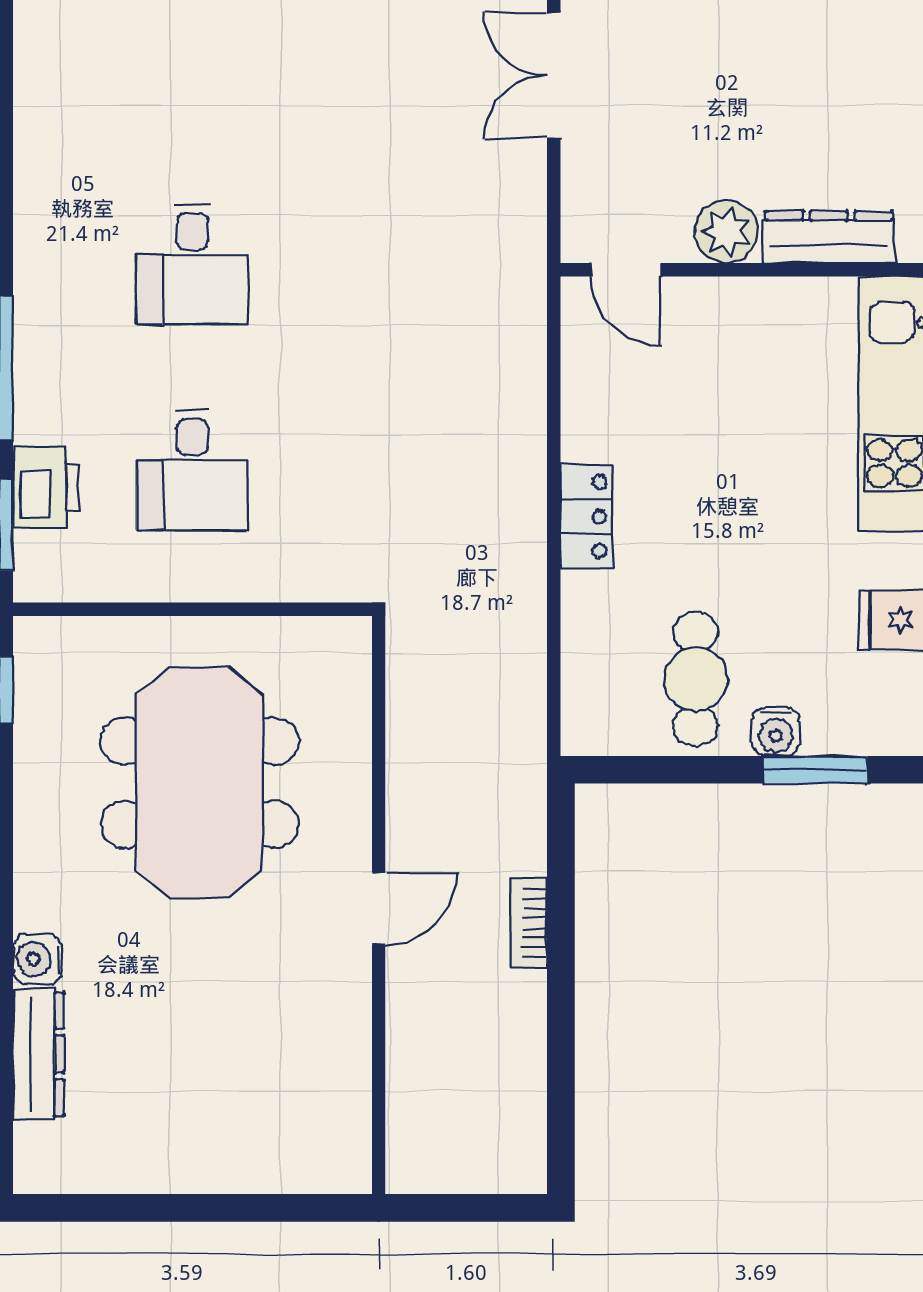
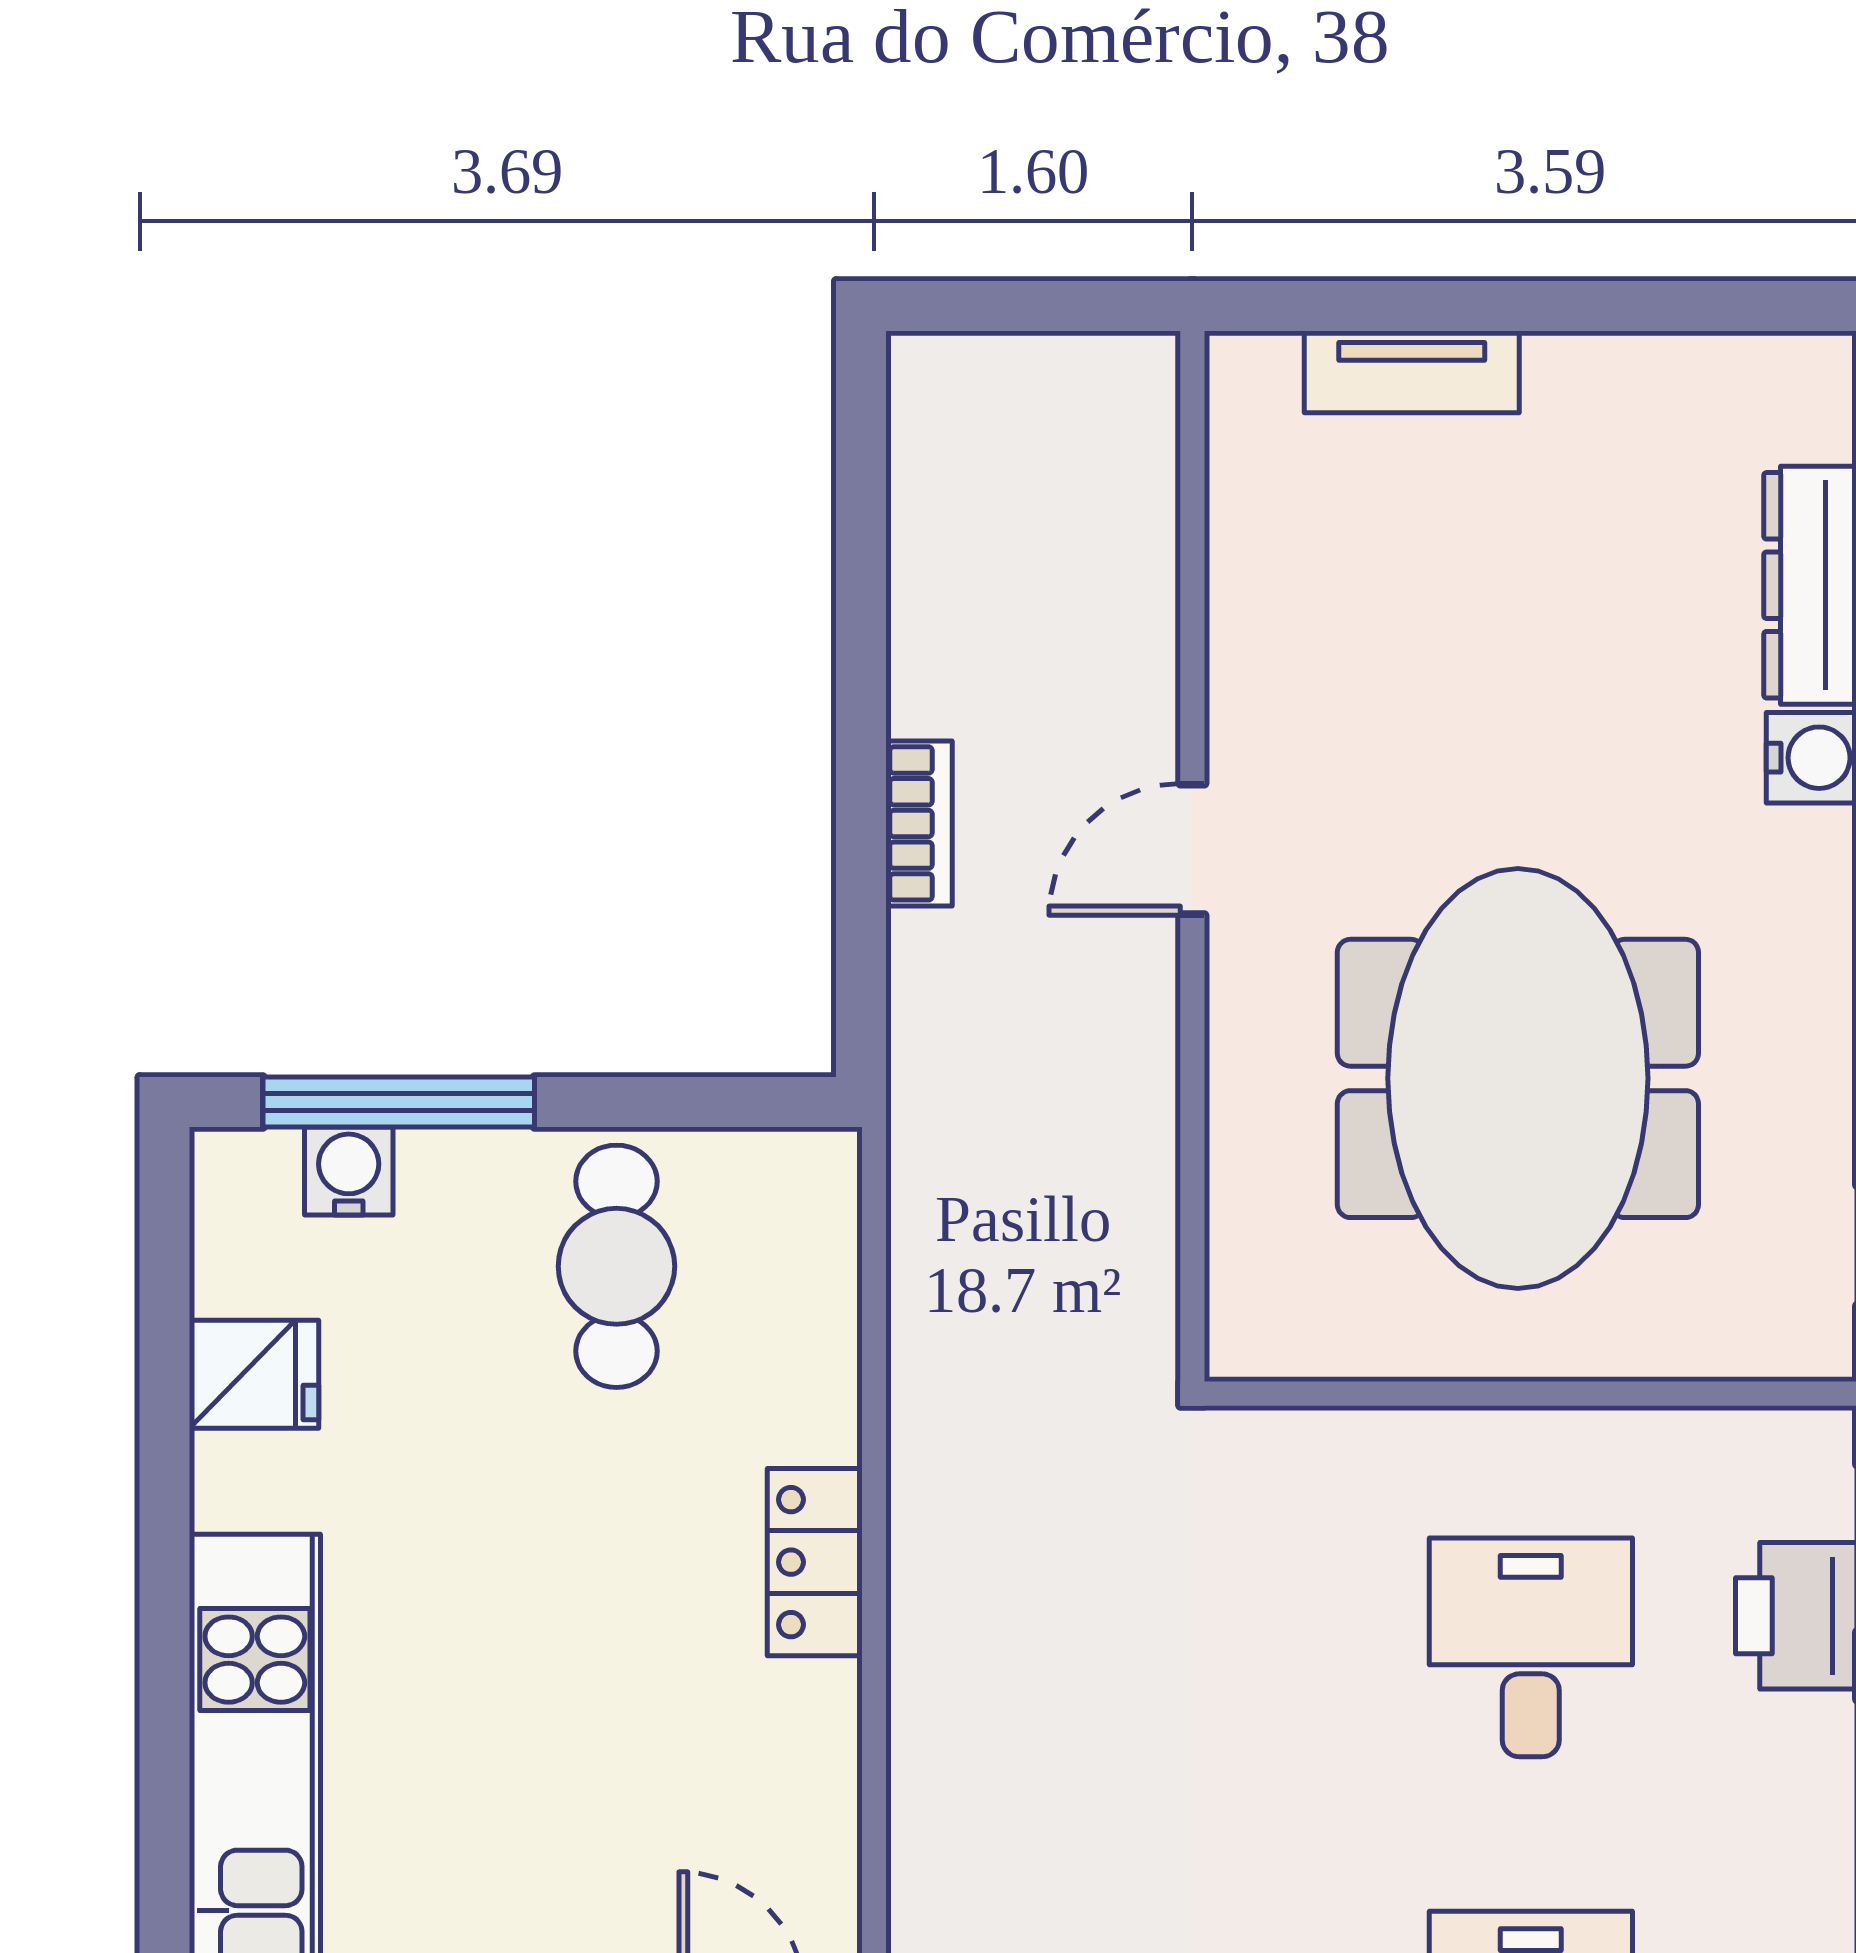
water cooler: (776, 732) -> (349, 1171), moved
window: (815, 770) -> (399, 1102), width x1.44
tv unit: (258, 1172) -> (1412, 372), added

